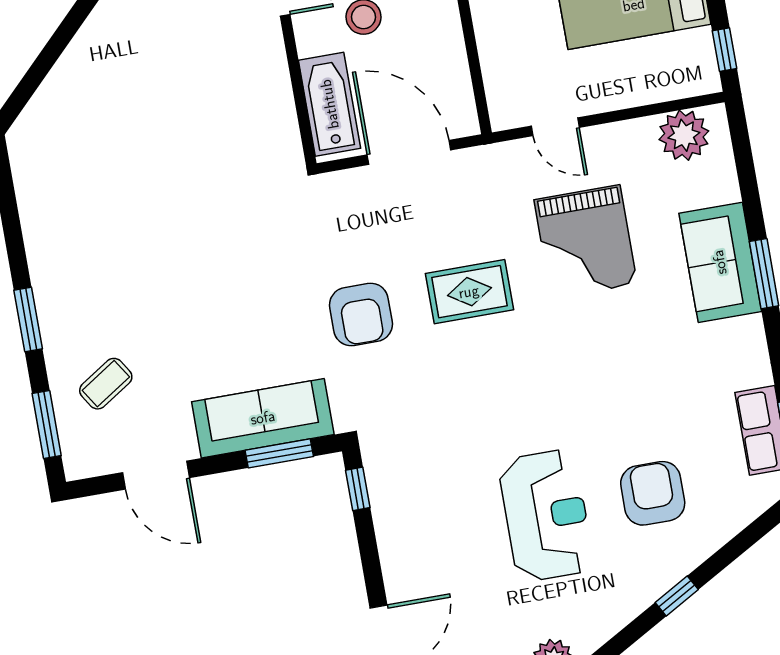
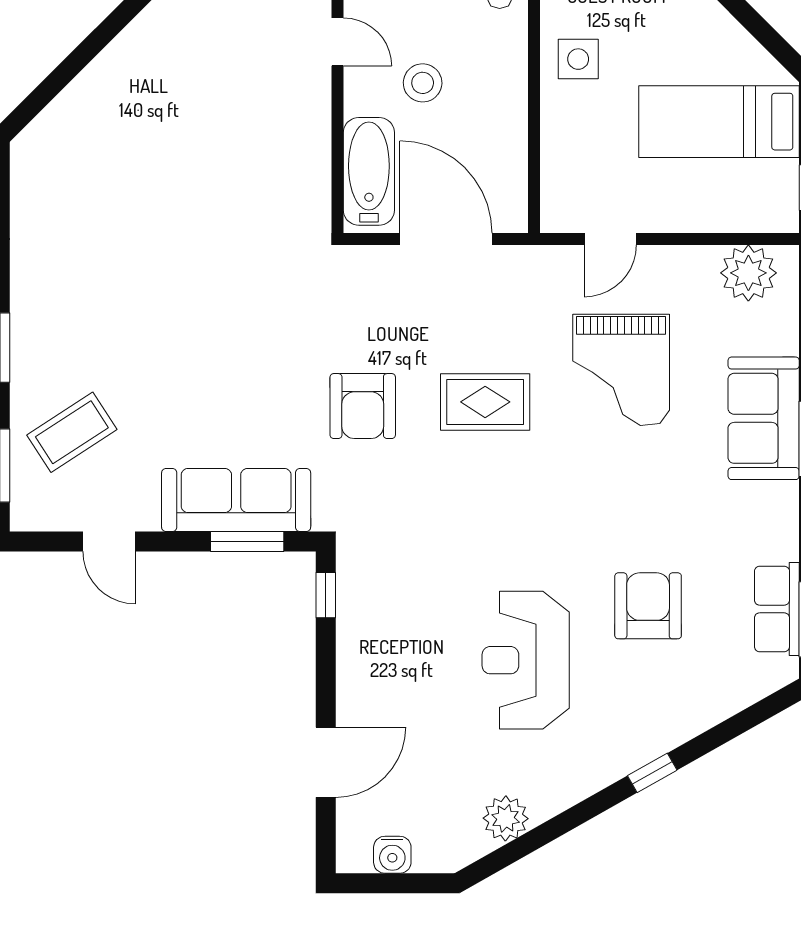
door: (555, 127) -> (610, 239), hinge flipped
coffee table: (106, 384) -> (72, 432), width x1.36, depth x1.30
door: (156, 475) -> (109, 541), width x0.73
armchair: (653, 493) -> (648, 606), moved
reception desk: (546, 515) -> (526, 660), turned 180

